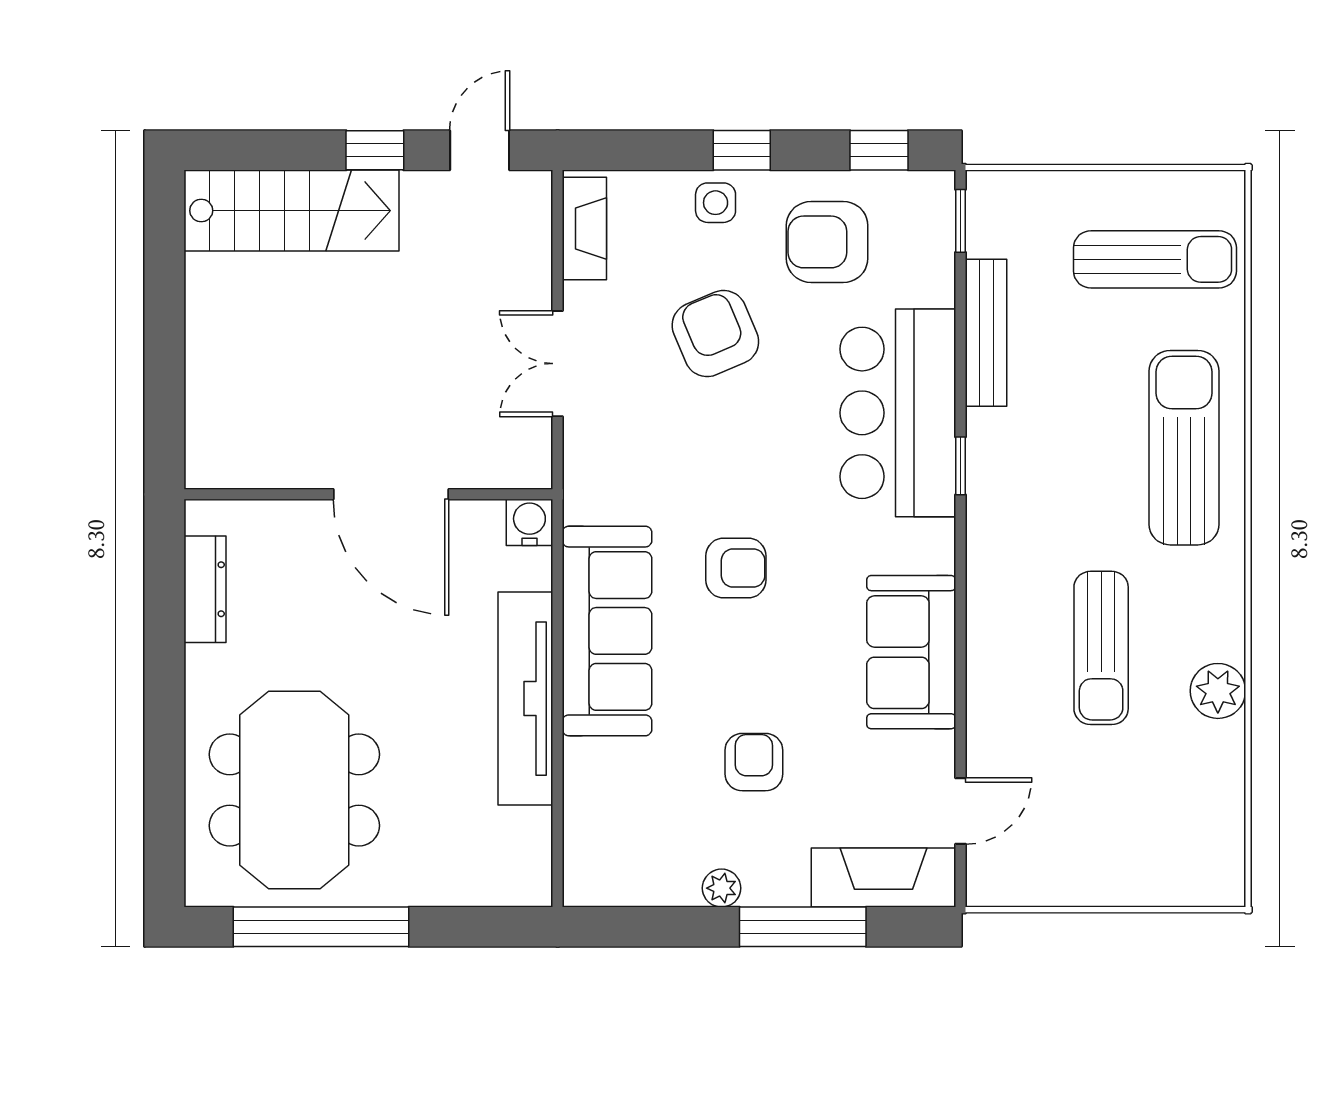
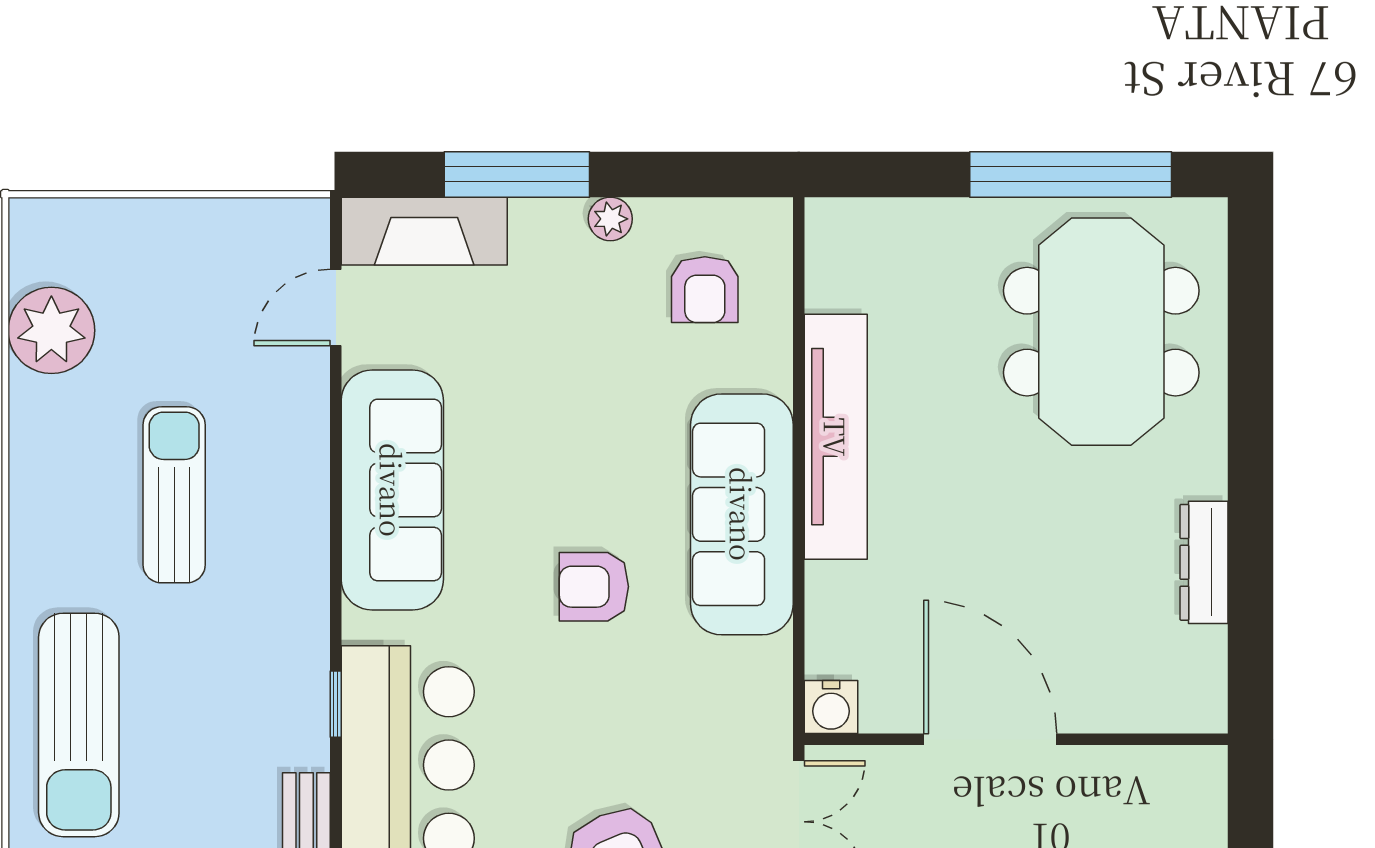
wall: (368, 494) -> (1016, 739), moved
door: (391, 494) -> (990, 739), moved
water cooler: (529, 522) -> (831, 707), moved
sofa: (911, 652) -> (392, 490), width x1.36
plant: (1218, 691) -> (51, 330), moved, width x1.36, depth x1.36
armchair: (754, 762) -> (705, 290), moved

